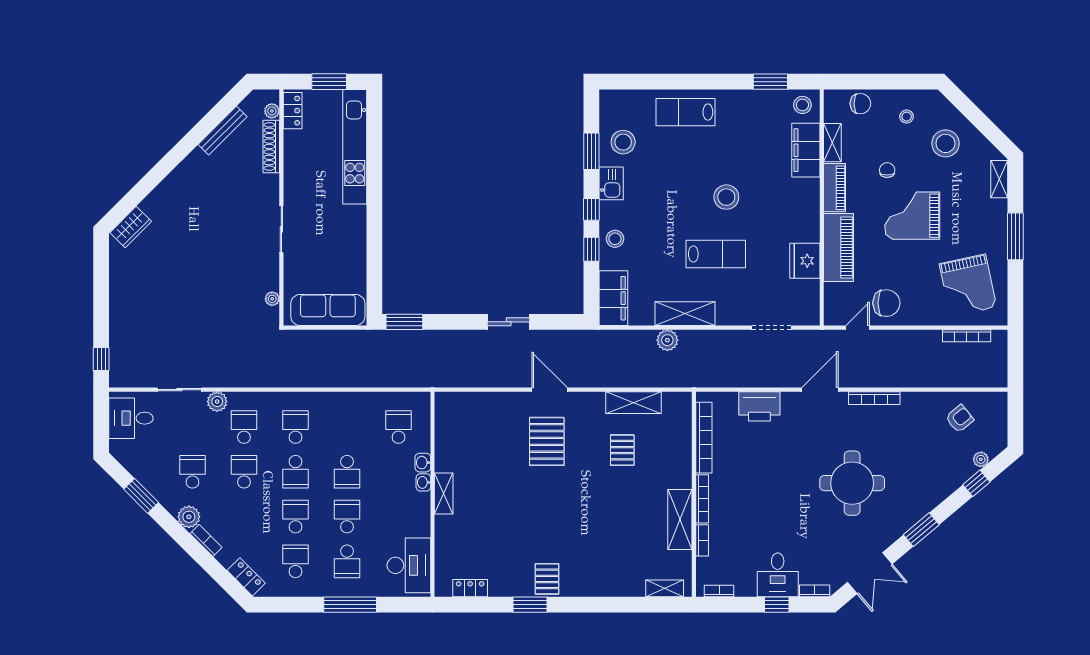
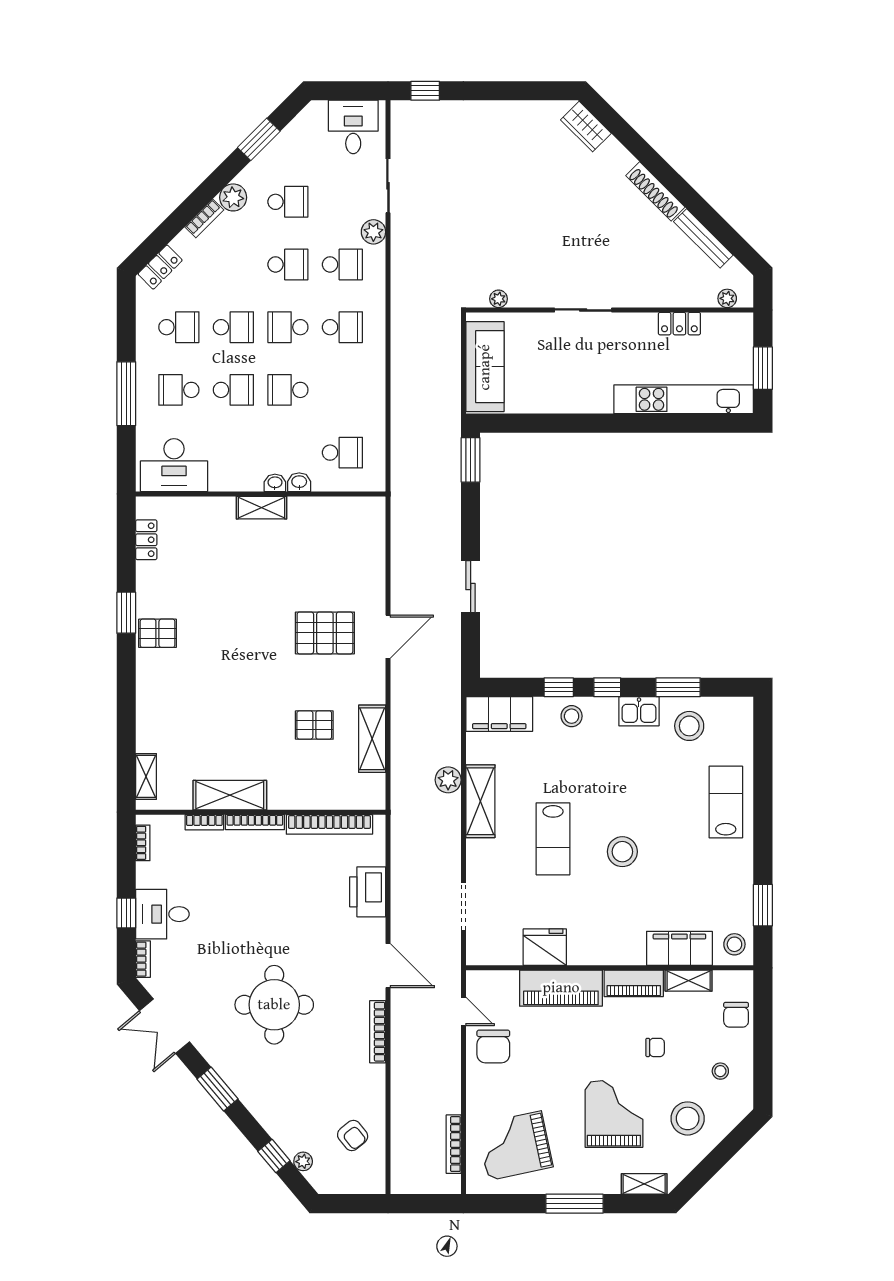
locker: (293, 111) -> (679, 324), moved
shoe rack: (271, 146) -> (655, 191), moved, turned -135
grand piano: (912, 216) -> (614, 1114), moved

